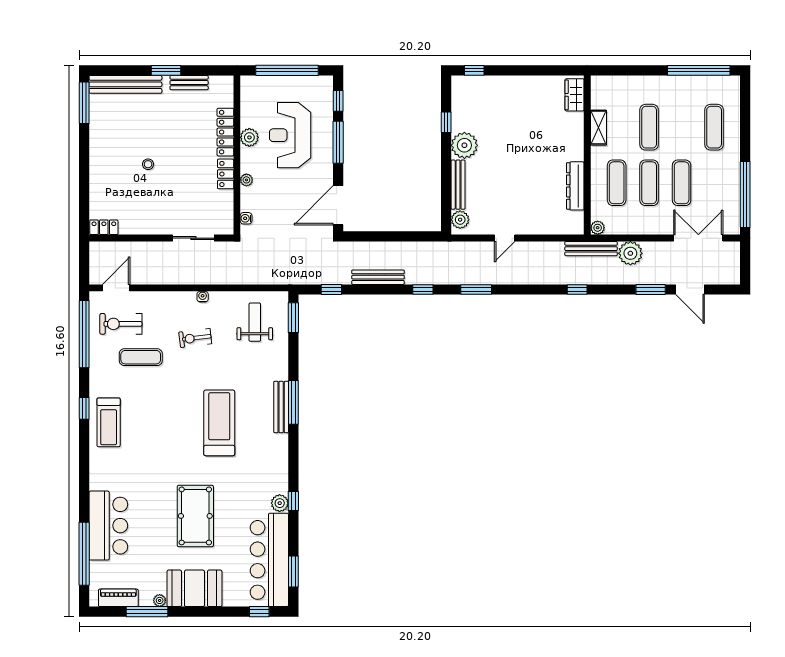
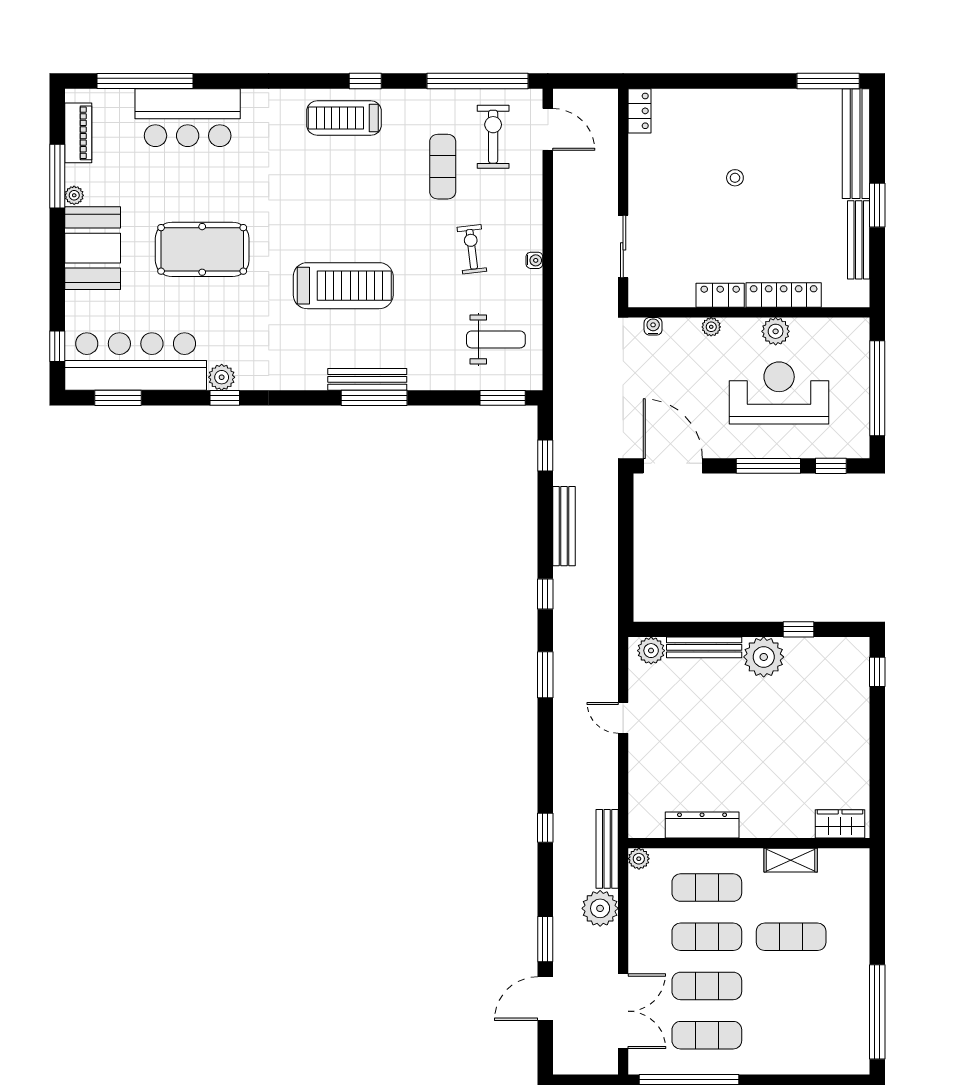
bench: (189, 83) -> (859, 240), width x1.36
exercise mat: (714, 127) -> (707, 1035), moved

